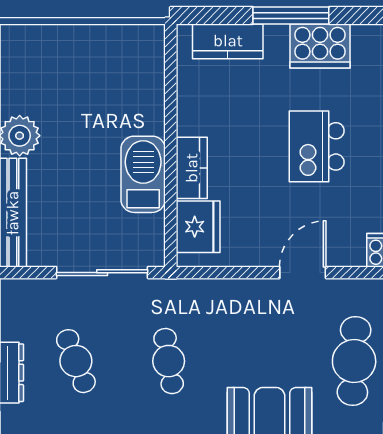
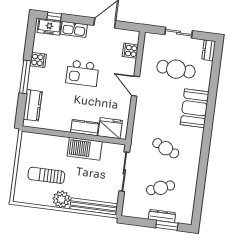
cooker: (320, 46) -> (38, 60), width x0.53, depth x0.76
sun lounger: (70, 94) -> (46, 175), added
cafe table: (169, 361) -> (166, 148), turned 33

